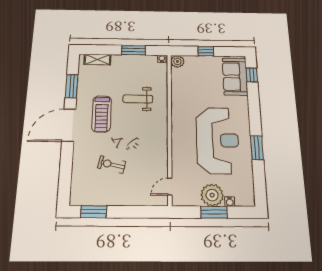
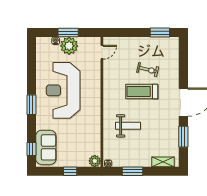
treadmill: (102, 114) -> (142, 91), moved, turned -90
window: (257, 148) -> (31, 105), moved

